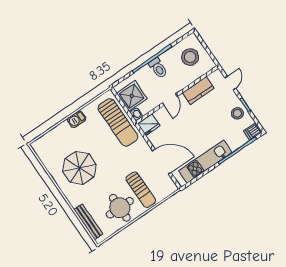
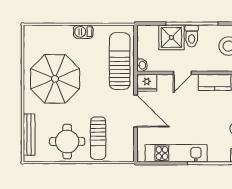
shower: (132, 96) -> (171, 37), moved
sun lounger: (118, 122) -> (120, 61), turned 180
door: (162, 162) -> (136, 111), moved
parasol: (79, 168) -> (55, 79), width x1.36, depth x1.36

